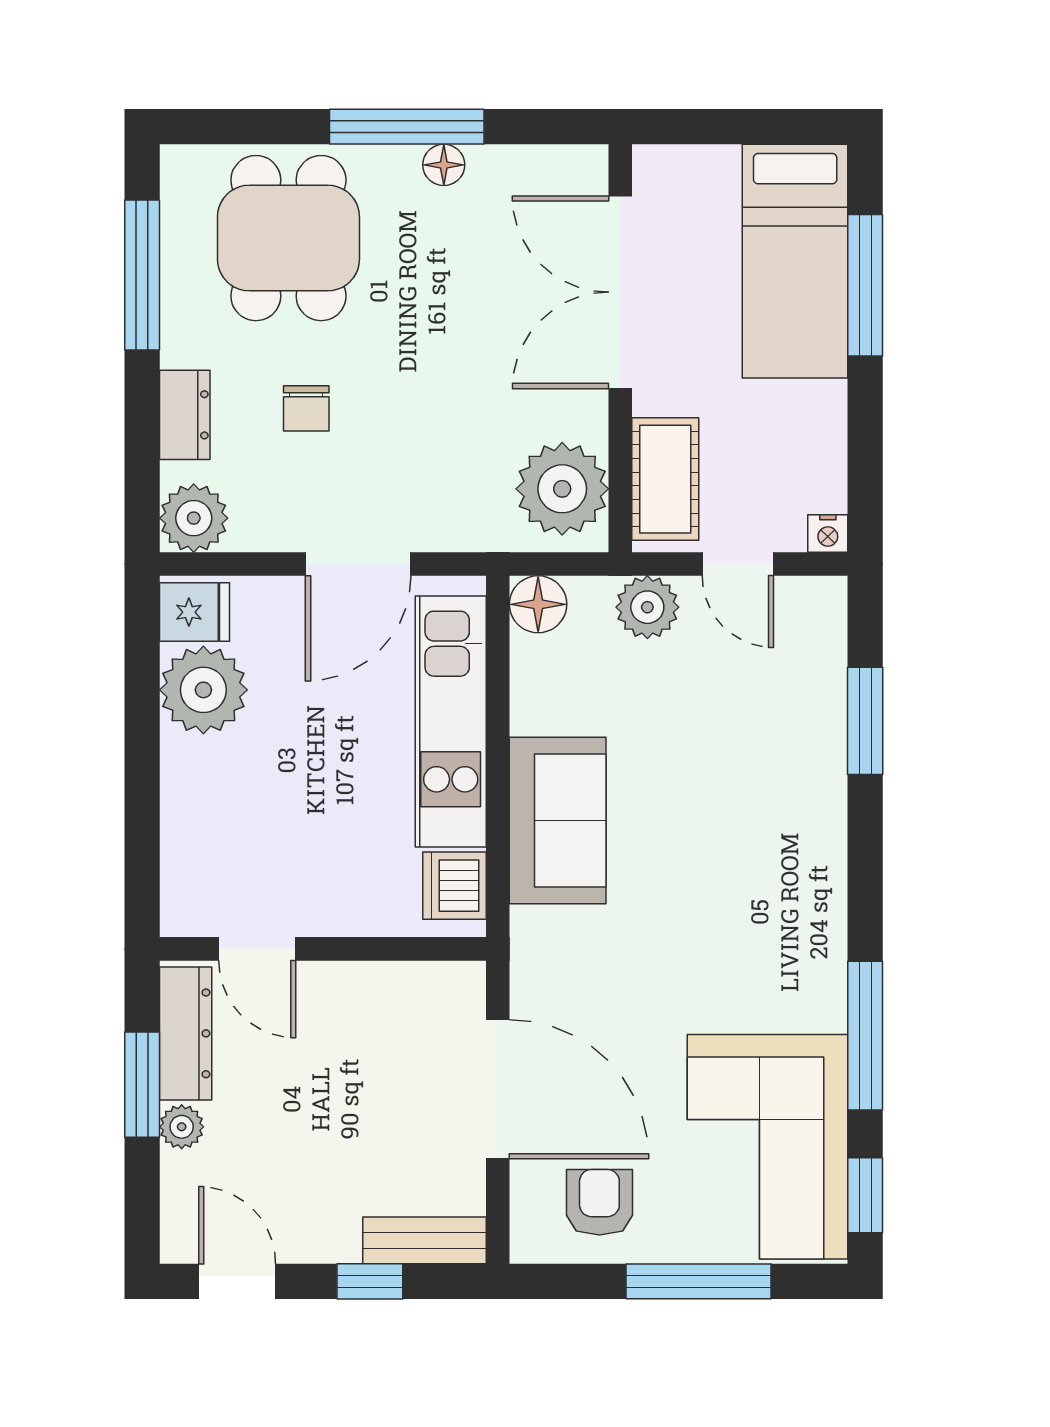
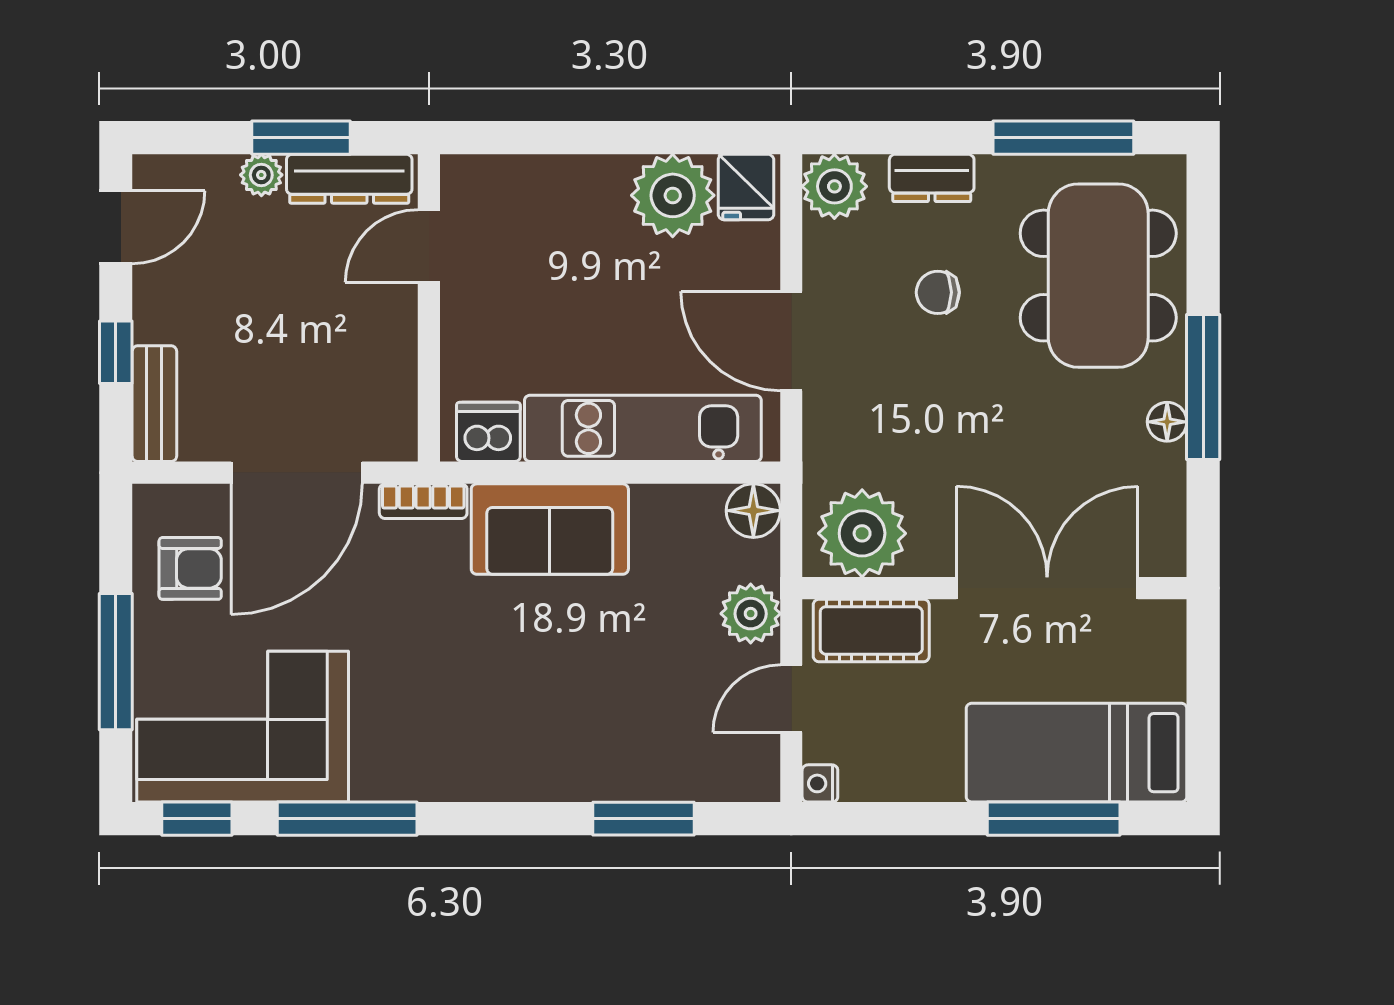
dining table: (288, 238) -> (1098, 276), width x1.38
bookcase: (528, 955) -> (423, 501), added

